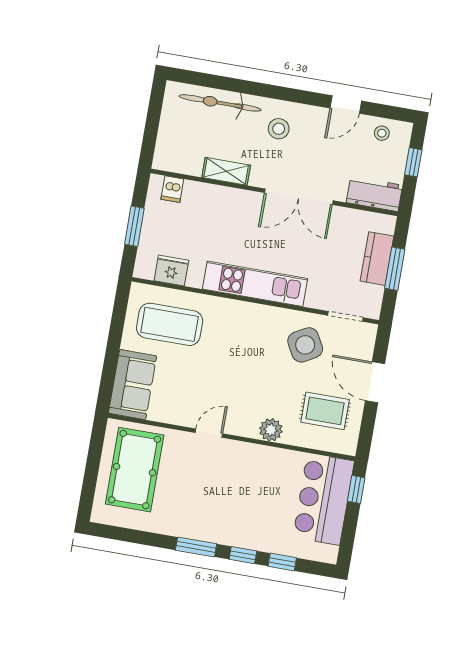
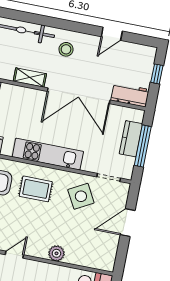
stool: (382, 133) -> (136, 54), removed
double door: (299, 197) -> (79, 96), width x1.36
window: (395, 269) -> (143, 146), width x1.44
door: (375, 382) -> (128, 223), hinge flipped
rug: (325, 411) -> (36, 189), moved

